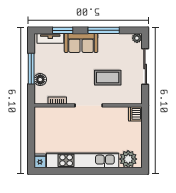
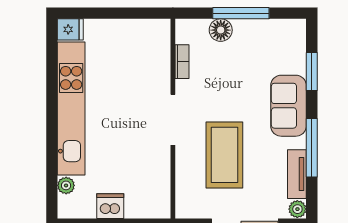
tv unit: (50, 38) -> (297, 174), moved
coffee table: (108, 78) -> (224, 155), width x1.36, depth x1.32
dishwasher: (135, 114) -> (110, 206), moved
plant: (128, 159) -> (66, 185), width x0.53, depth x0.53

